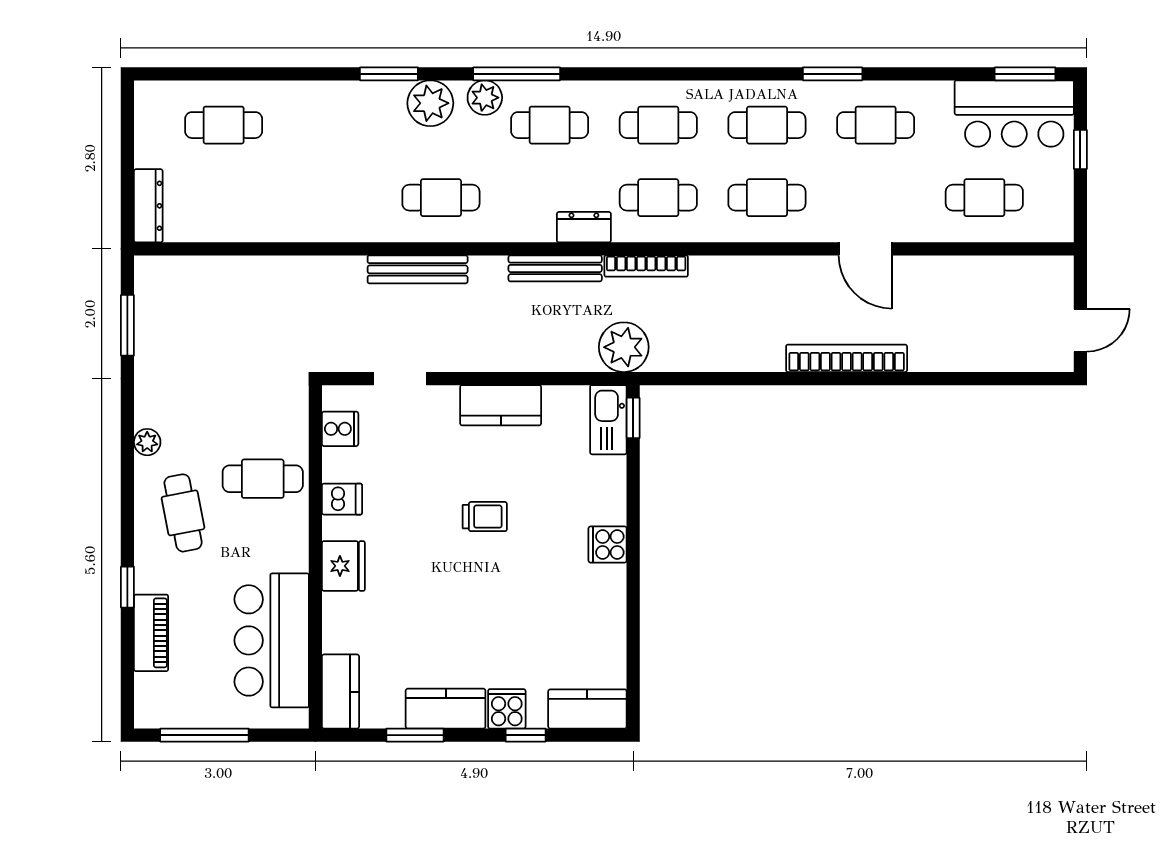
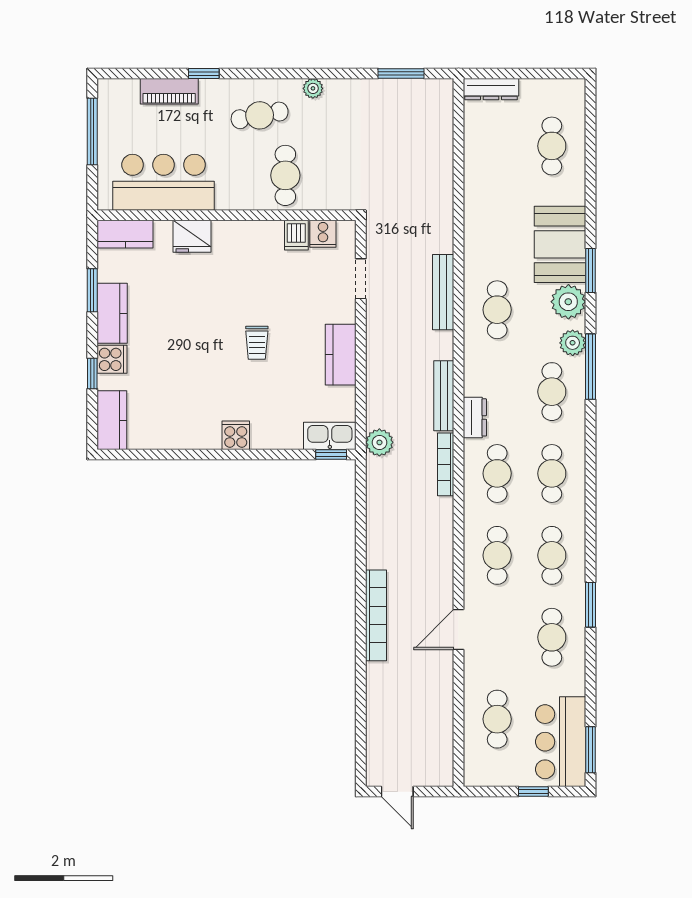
booth: (354, 114) -> (560, 244), added
plant: (624, 347) -> (379, 442), width x0.73, depth x0.73
dishwasher: (342, 499) -> (296, 235), moved
fridge: (343, 566) -> (192, 236), moved

